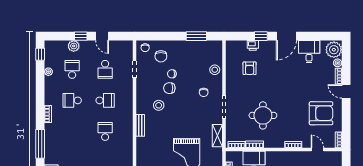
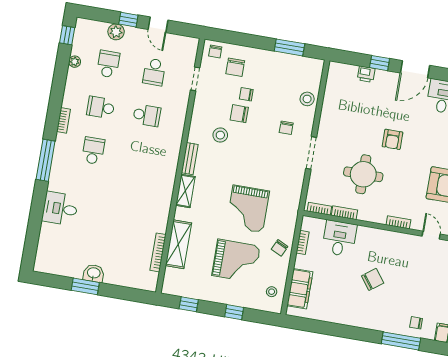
armchair: (250, 68) -> (392, 139), moved
school desk: (105, 131) -> (93, 151), moved
shelving: (217, 136) -> (185, 191), moved

